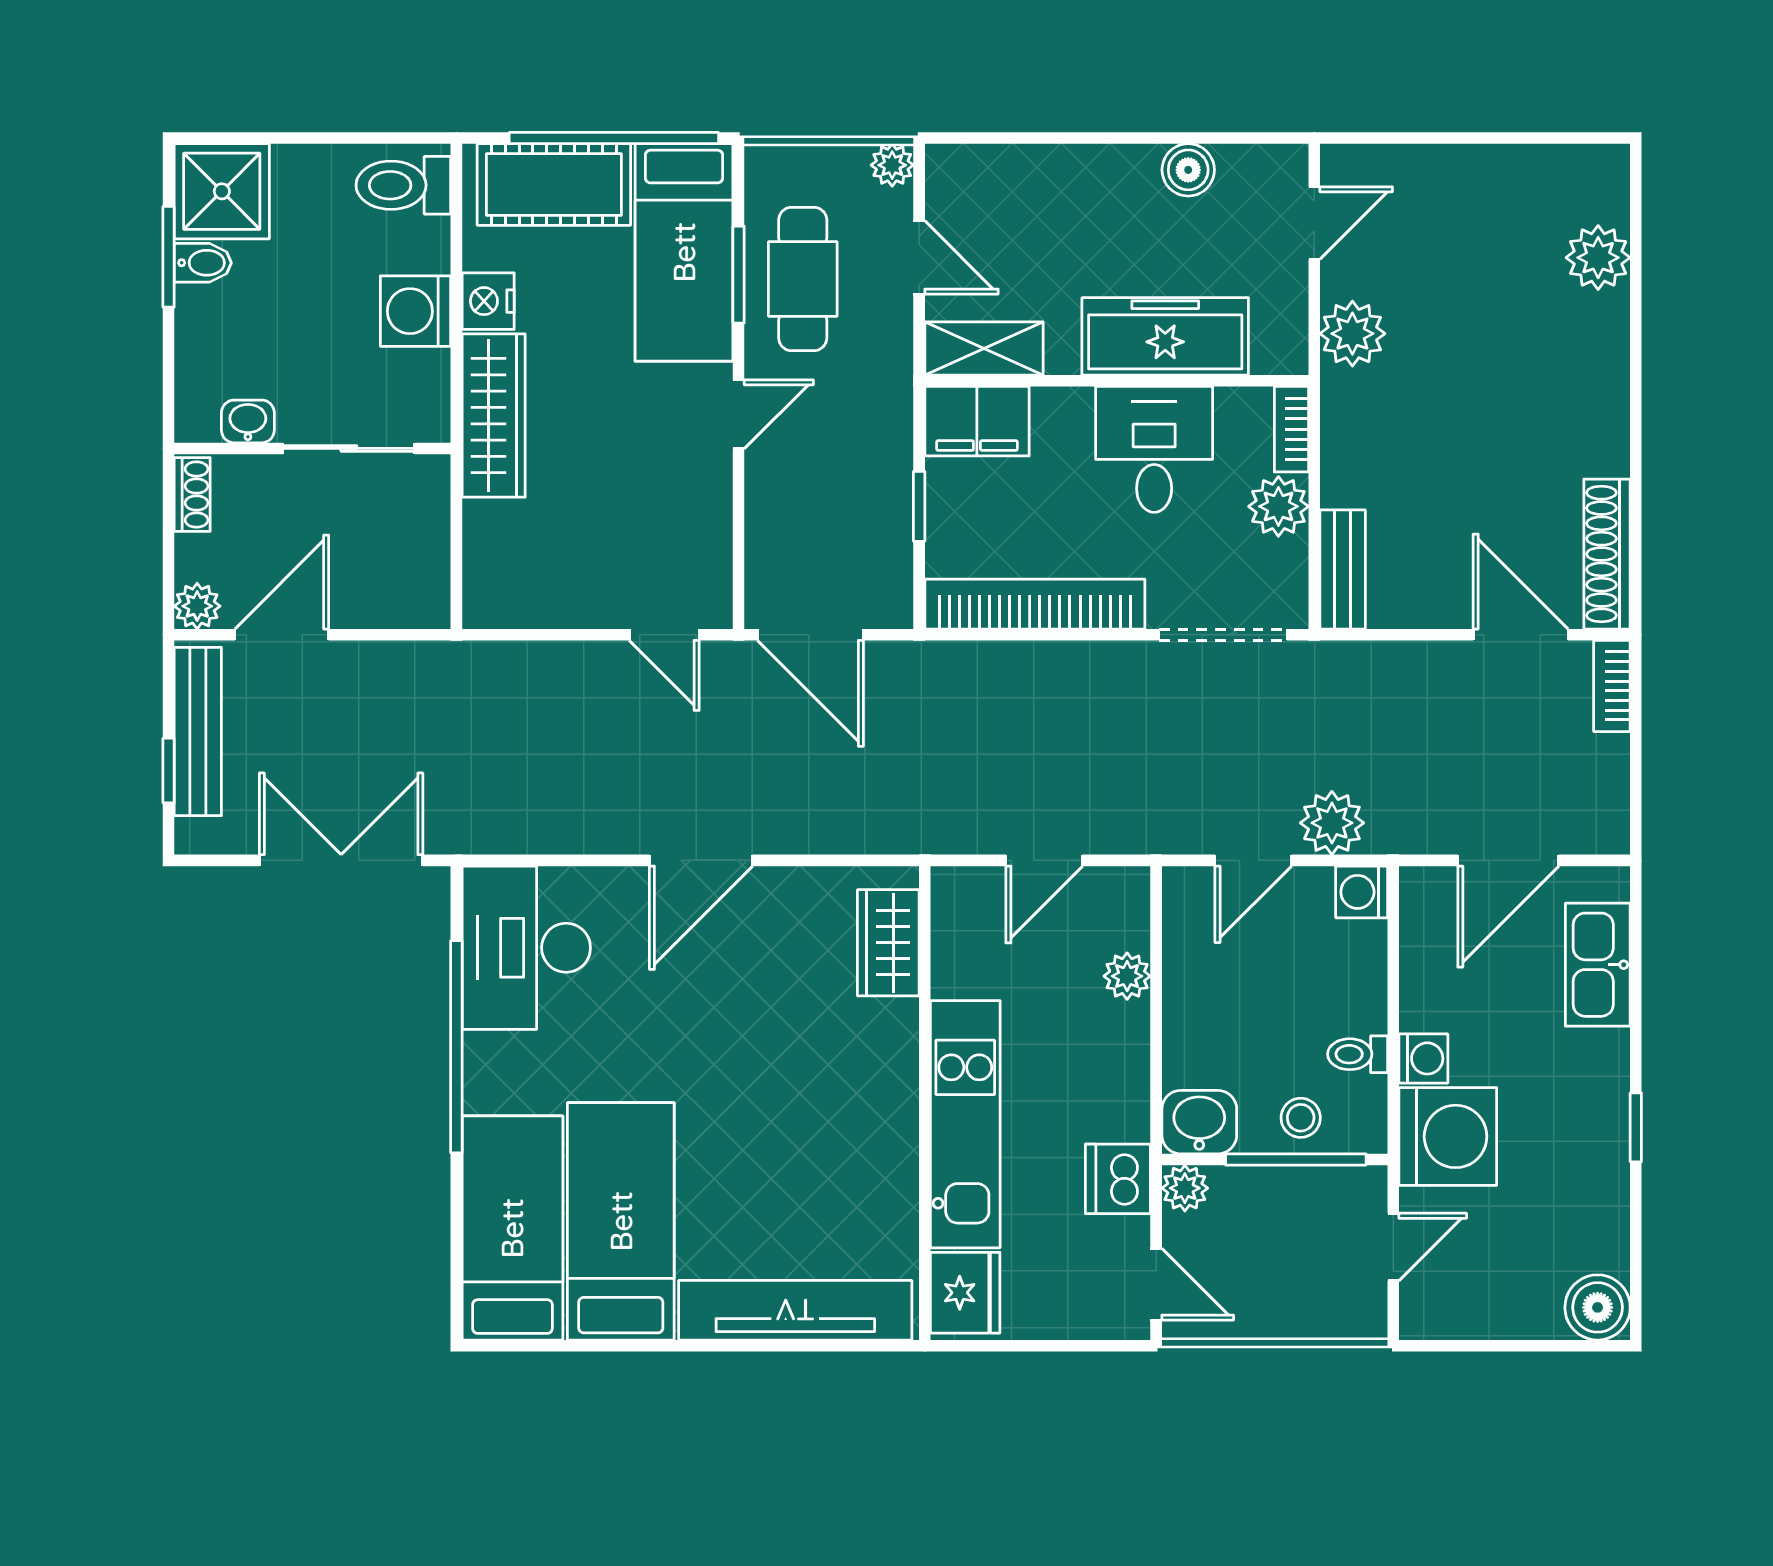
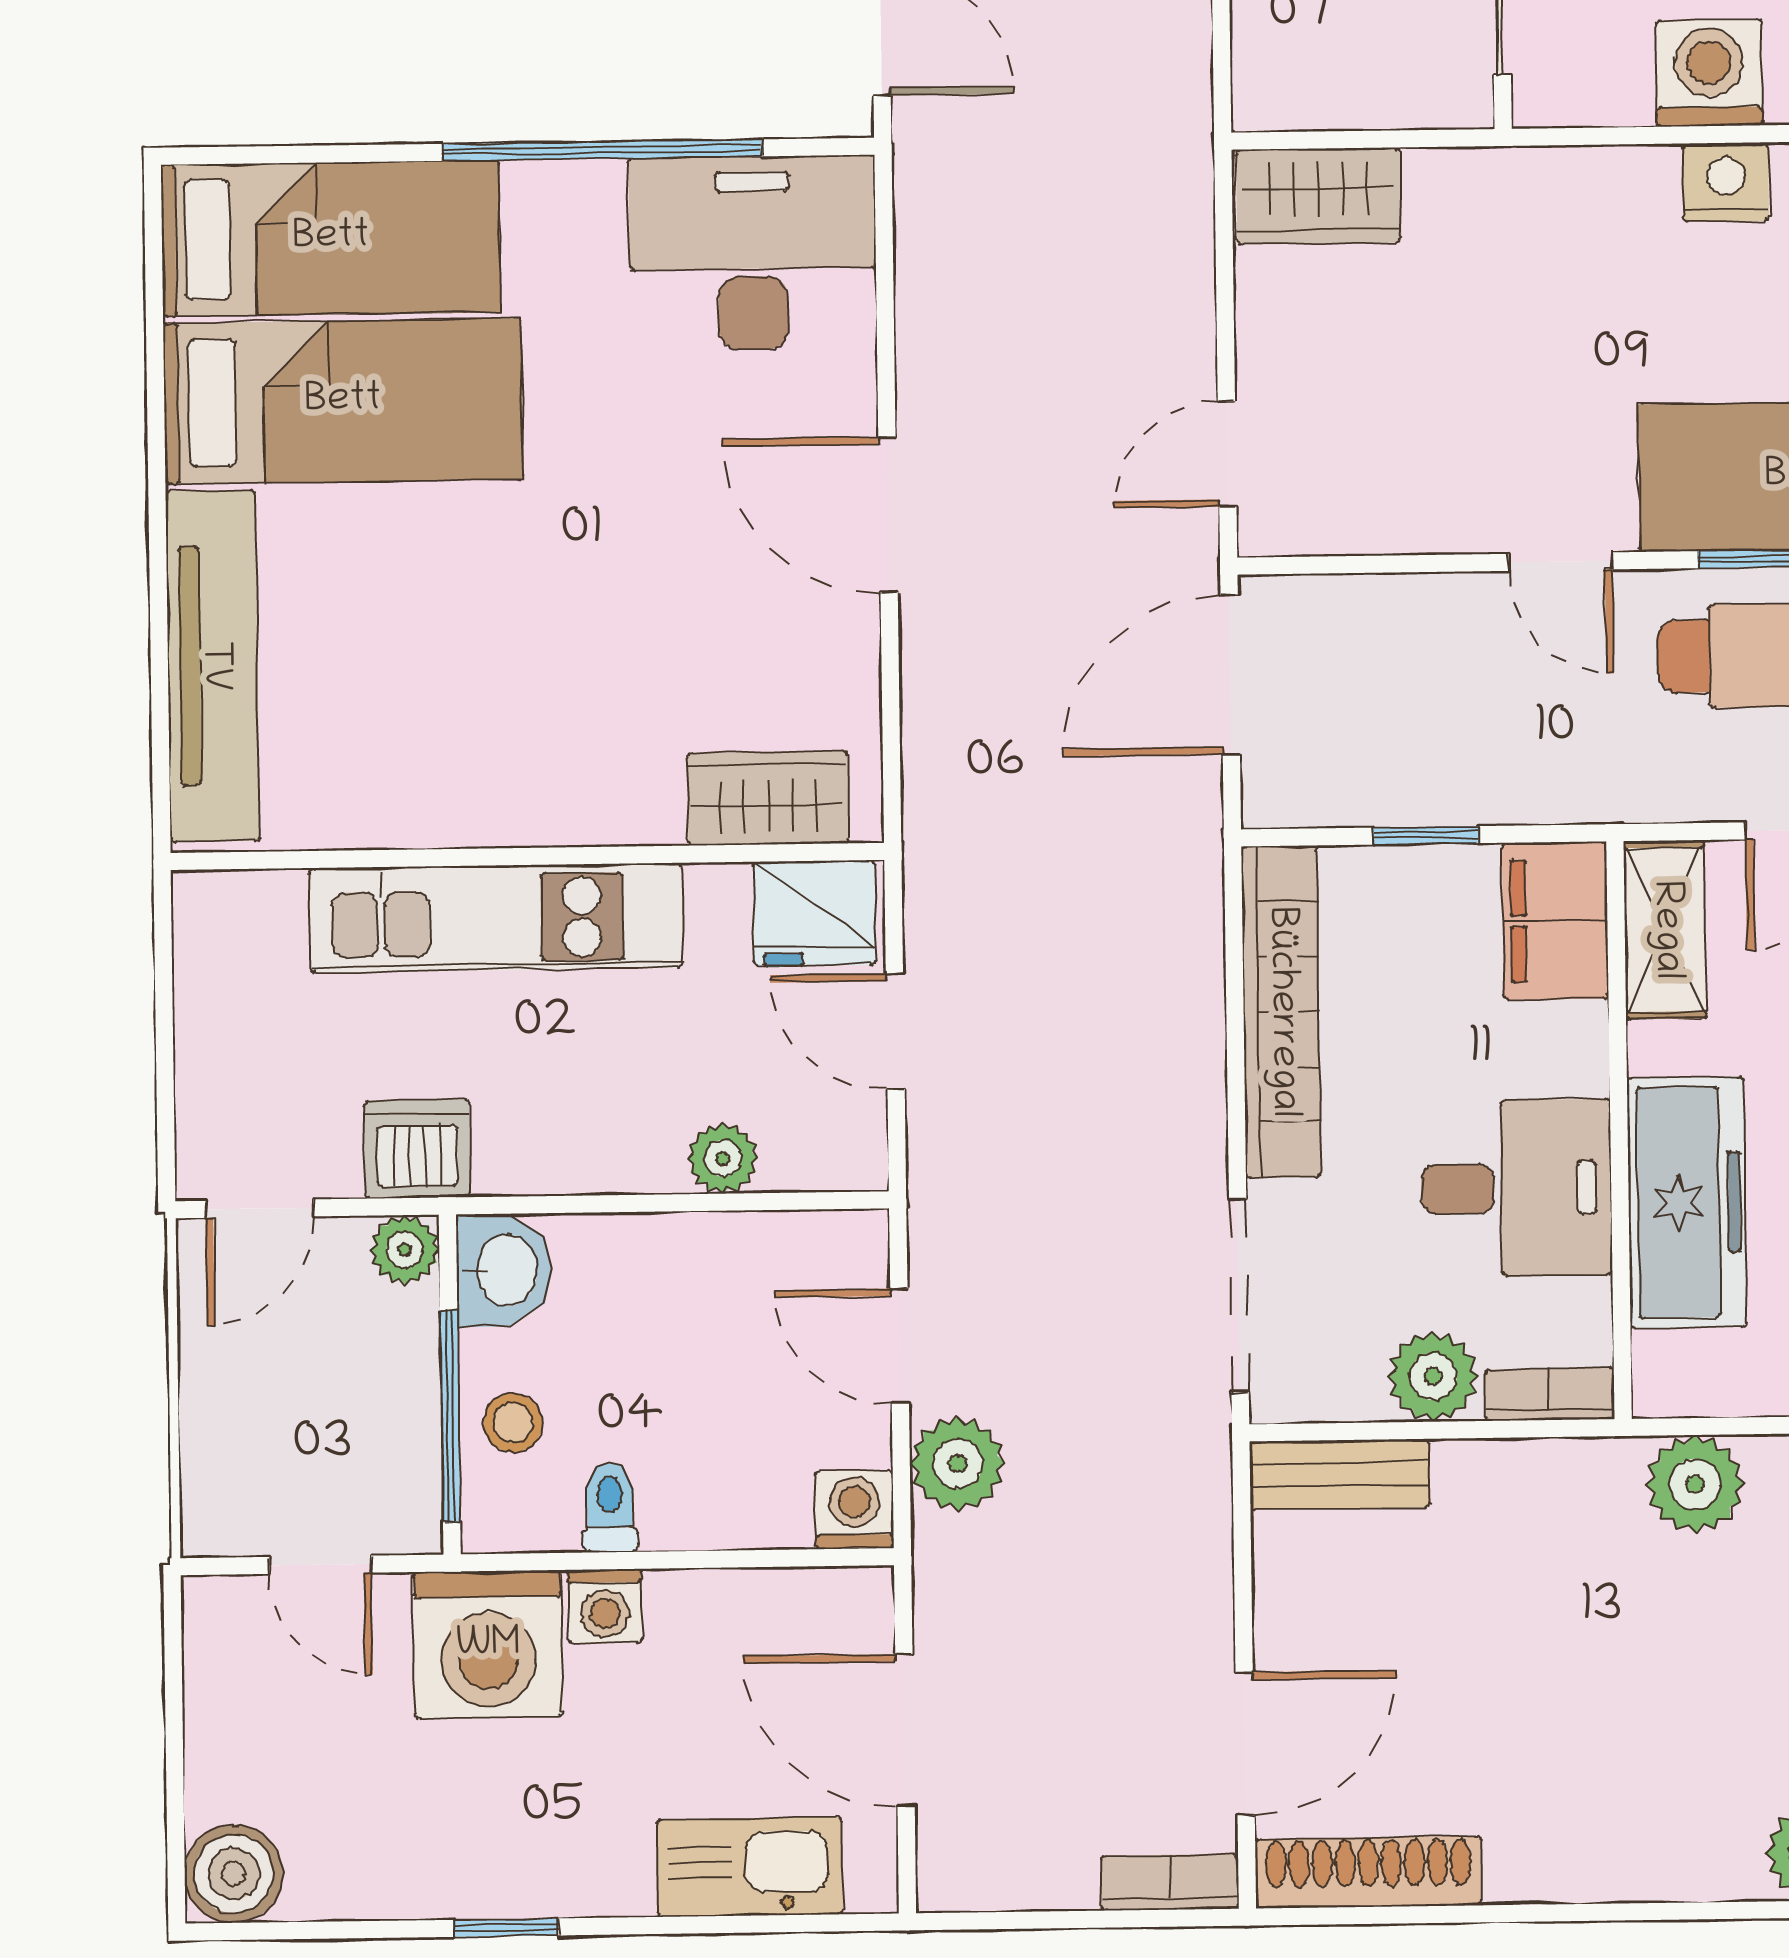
wardrobe: (494, 416) -> (1319, 196), moved, width x0.67
fridge: (965, 1293) -> (814, 913), moved

